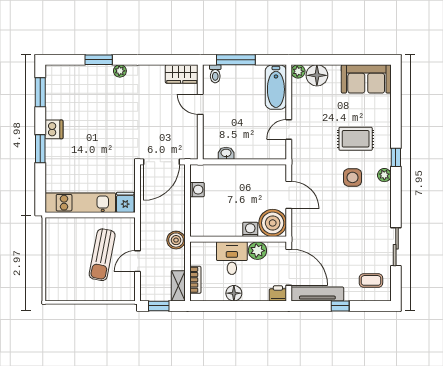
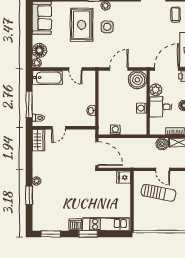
rug: (356, 139) -> (82, 25), width x1.36, depth x1.43
kitchen unit: (80, 203) -> (106, 224), moved, turned 90
washing machine: (250, 229) -> (142, 108), moved
boiler: (176, 240) -> (162, 144), moved

